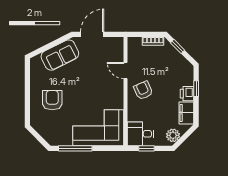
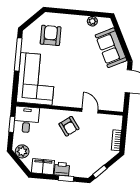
window: (178, 46) -> (100, 172), moved
door: (126, 71) -> (90, 111), hinge flipped
plant: (35, 76) -> (92, 21), added
armchair: (143, 90) -> (69, 126), turned 78
armchair: (52, 100) -> (51, 35), moved, turned -90

